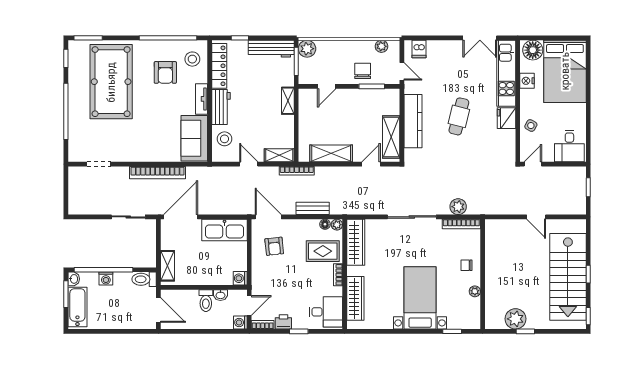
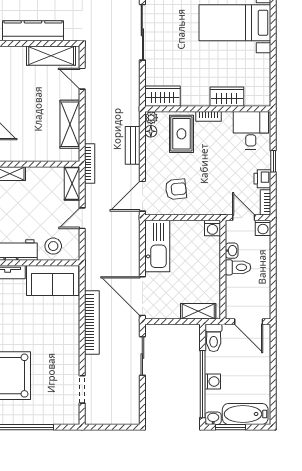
wardrobe: (356, 242) -> (162, 96), width x0.67
wardrobe: (355, 298) -> (227, 97), width x0.67
door: (158, 310) -> (249, 322), swing flipped

